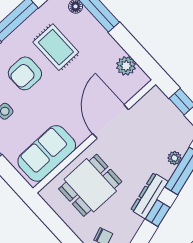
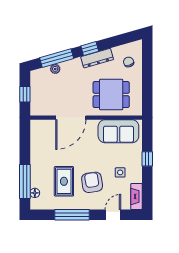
plant: (126, 66) -> (37, 139), removed
armchair: (25, 73) -> (92, 182), turned -99
dresser: (149, 196) -> (97, 58), moved

